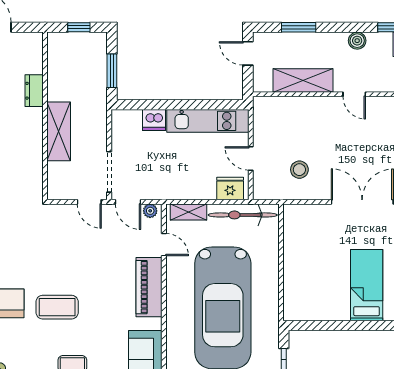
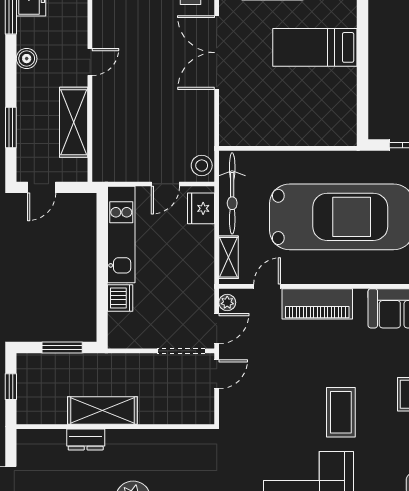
shelving: (59, 131) -> (102, 410), moved
stool: (299, 170) -> (202, 166), moved

